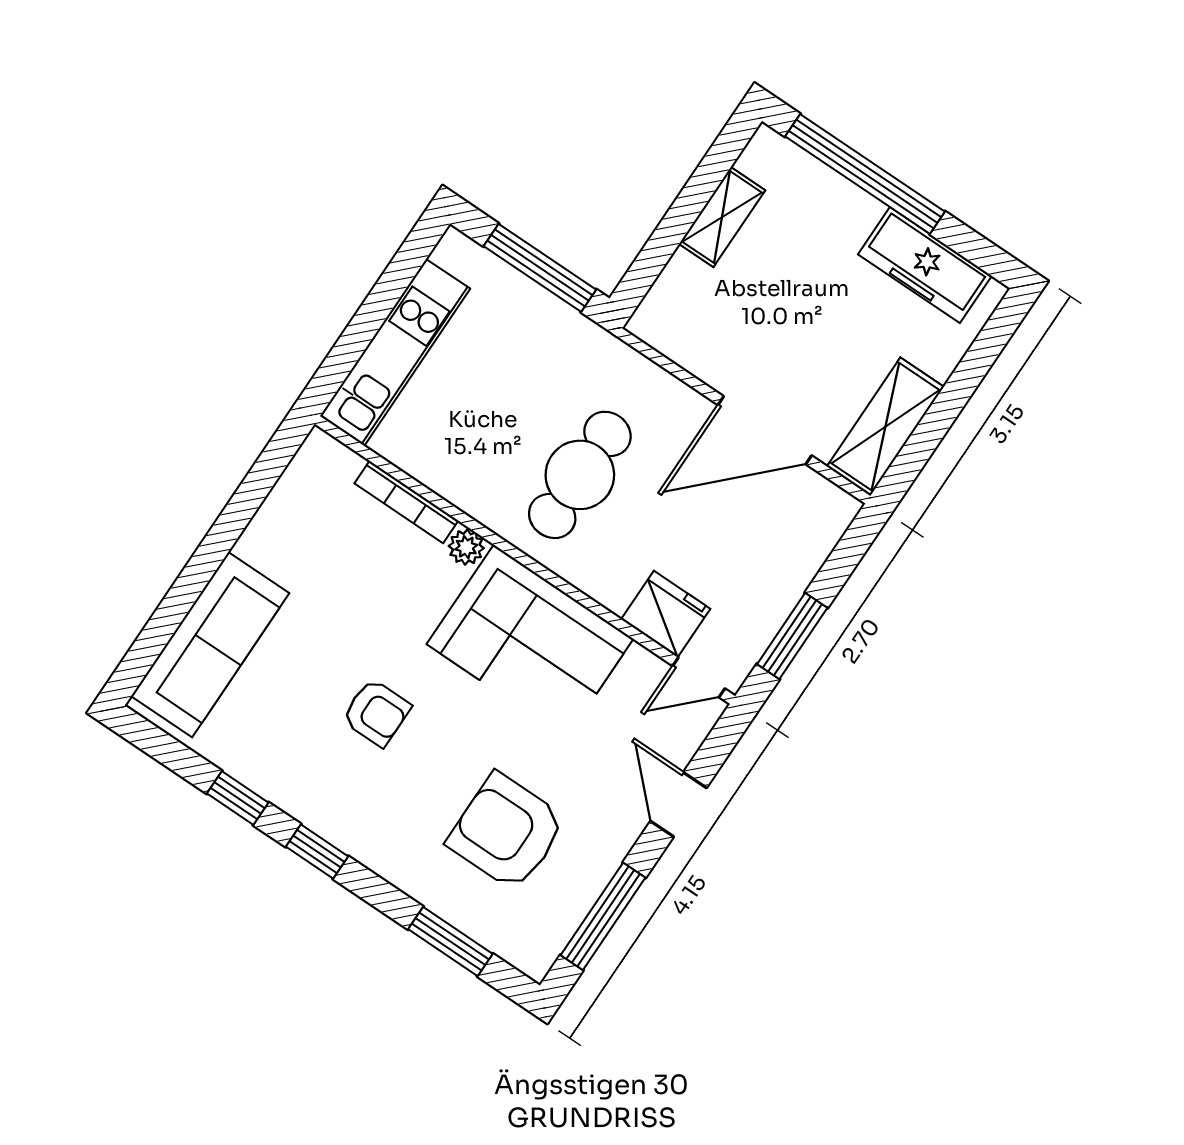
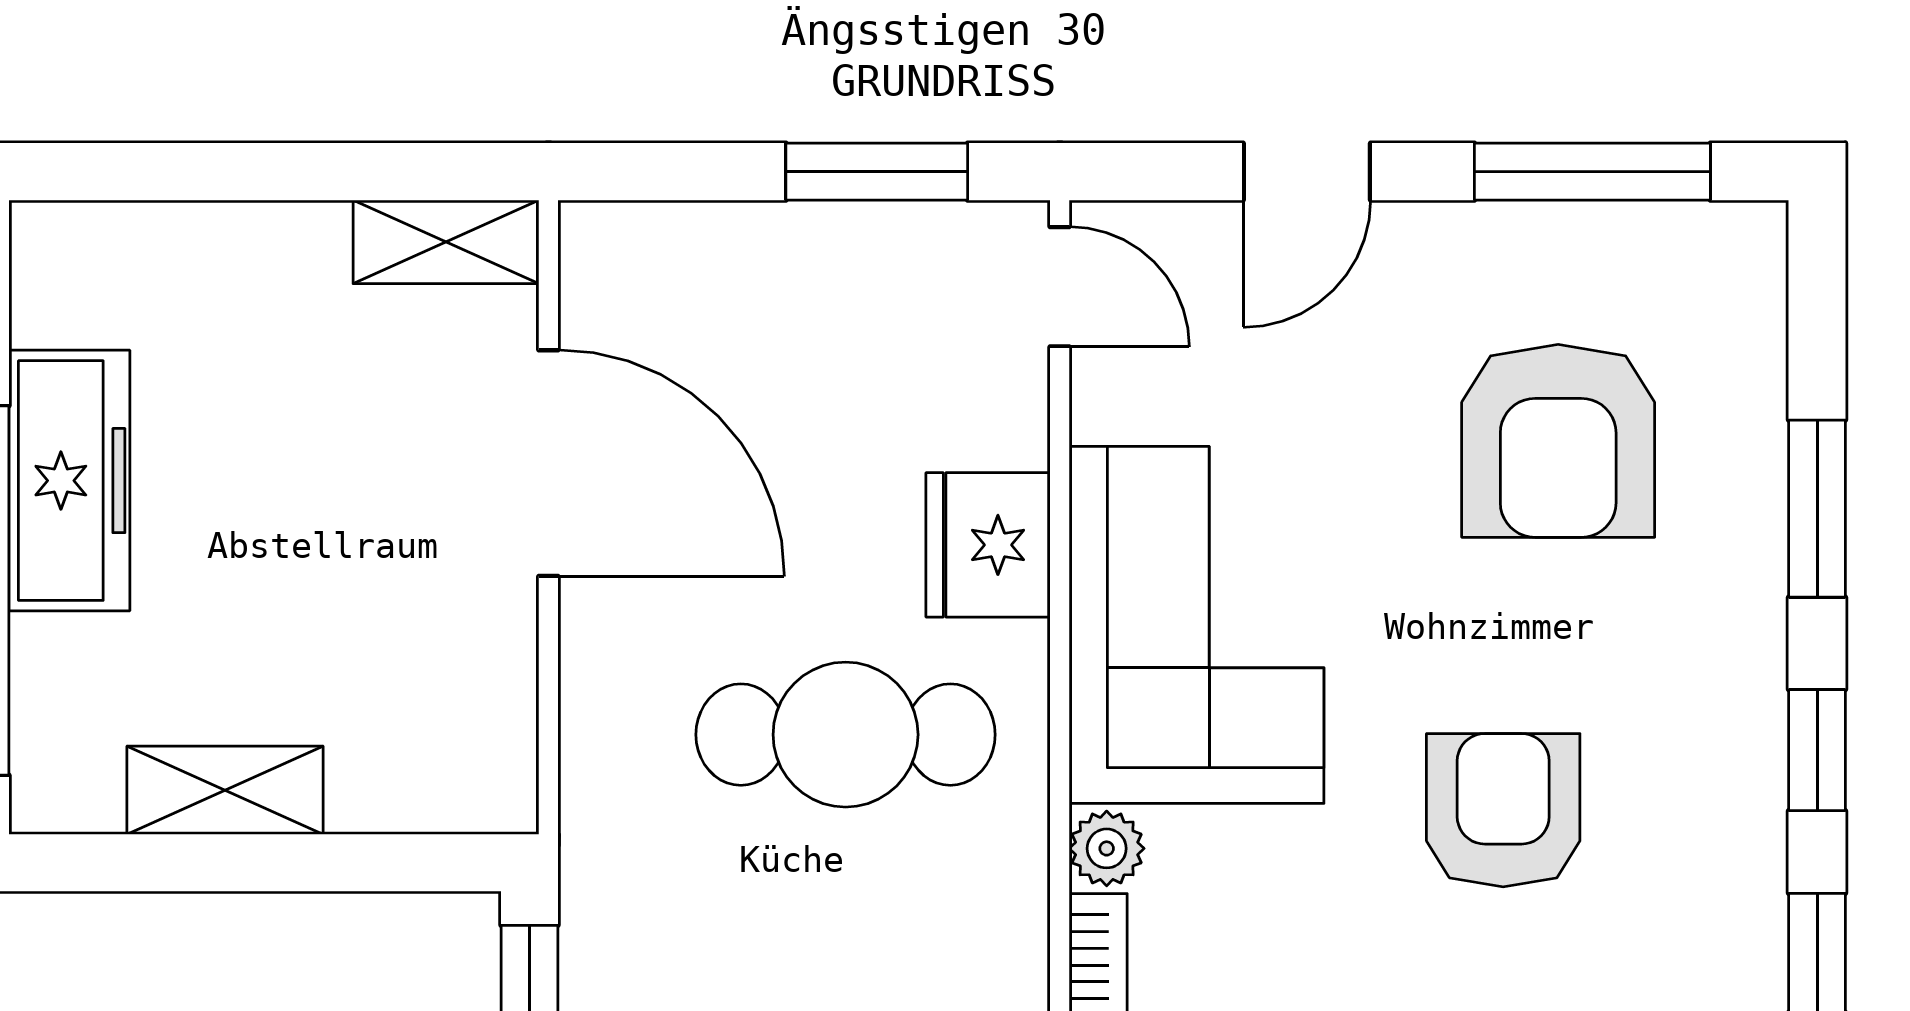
freezer: (925, 265) -> (69, 481), moved
shelving: (885, 427) -> (446, 242), width x0.67, depth x0.75
fridge: (666, 614) -> (988, 545), moved
armchair: (376, 713) -> (1503, 810), width x1.38, depth x1.38
window: (450, 941) -> (1817, 509), moved

